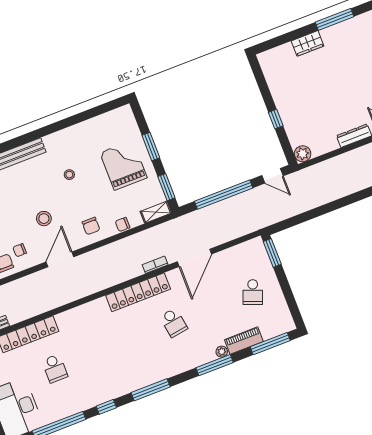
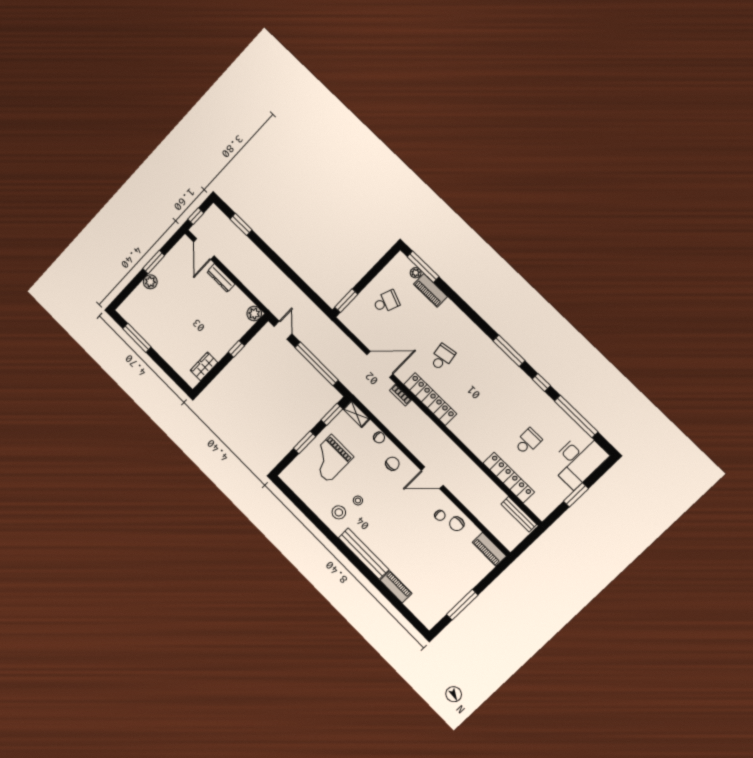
wardrobe: (308, 43) -> (204, 366), moved, turned -90
stool: (44, 219) -> (339, 512), moved
plant: (222, 352) -> (416, 273), moved
window: (215, 365) -> (463, 306), removed

